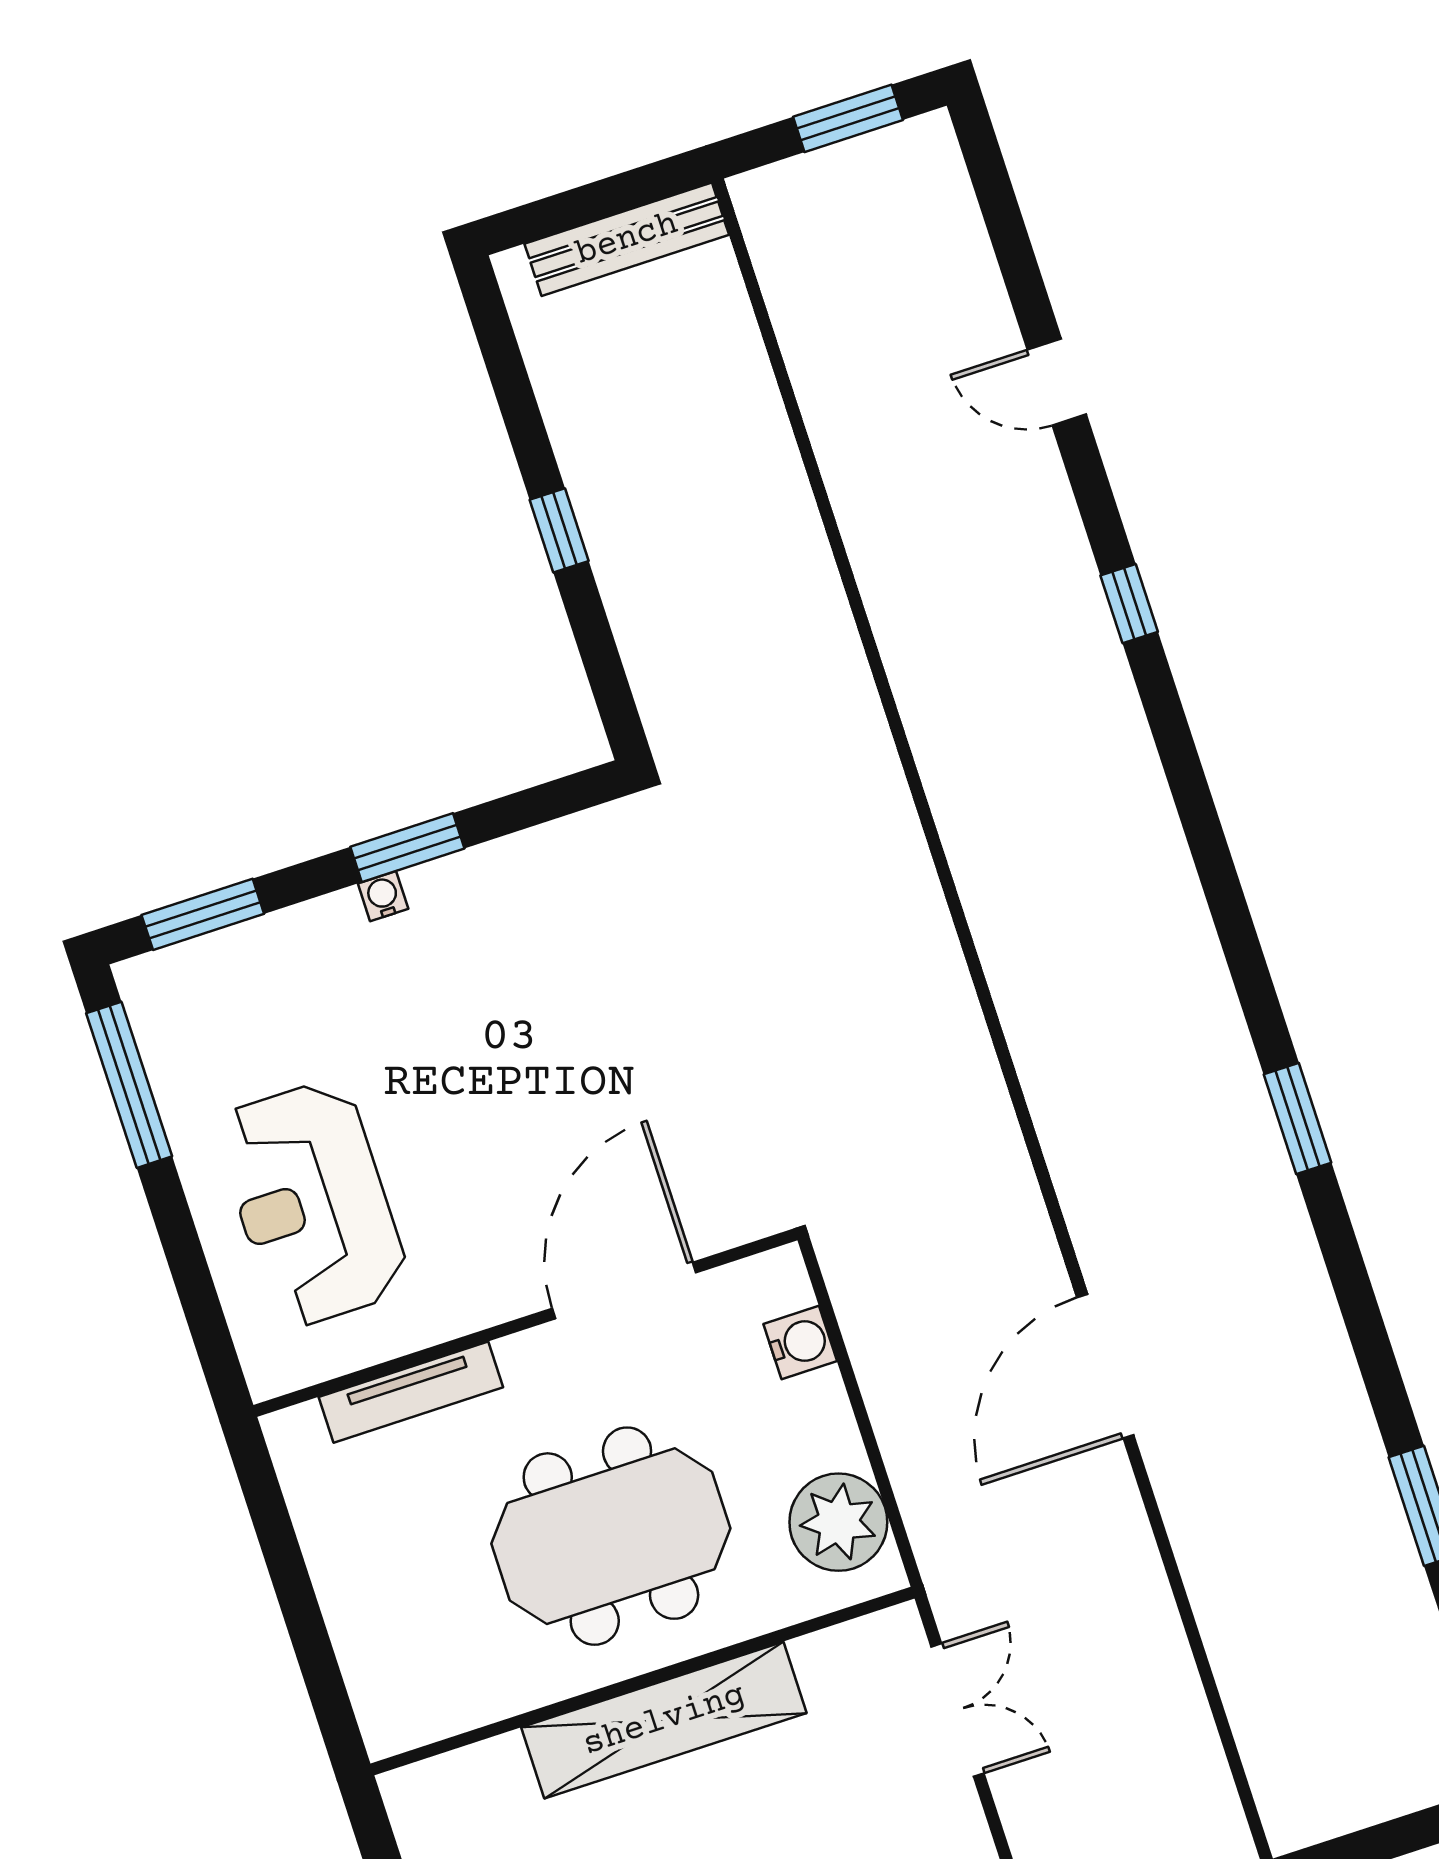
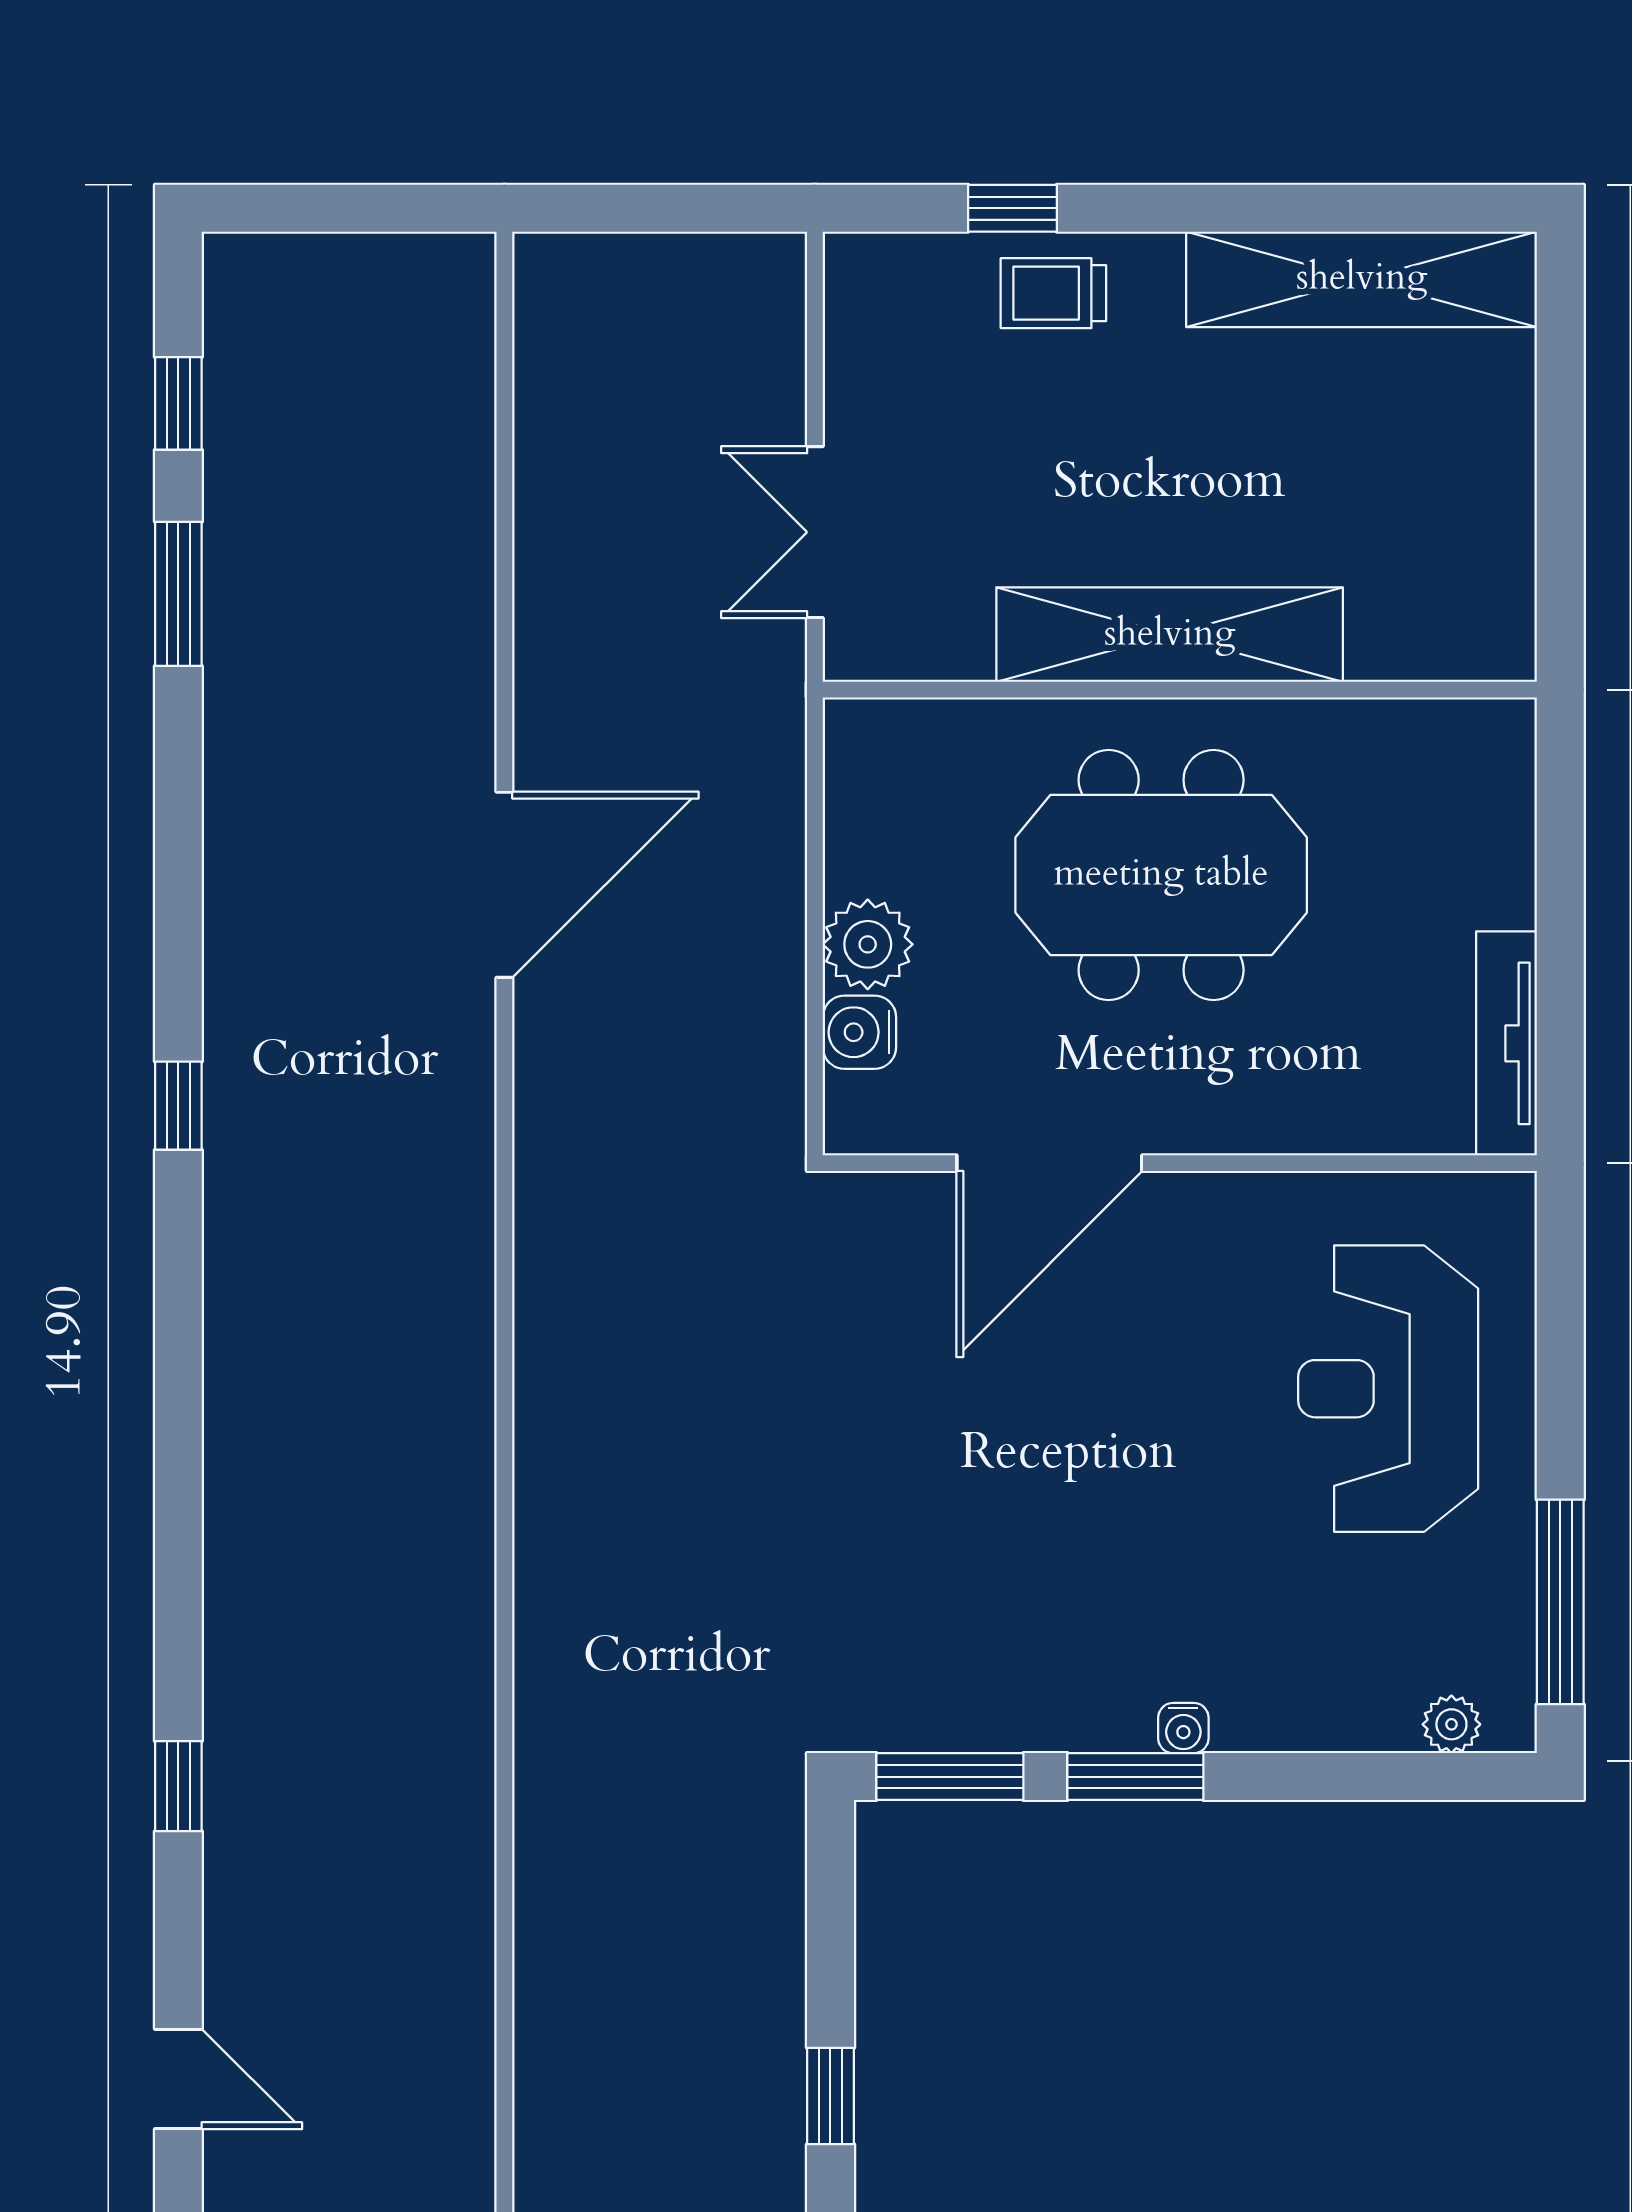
window: (203, 914) -> (950, 1777), moved
plant: (181, 965) -> (1451, 1724), added
window: (1297, 1119) -> (178, 1106), width x0.67
reception desk: (312, 1204) -> (1388, 1389), turned 180
tv unit: (411, 1392) -> (1507, 1043), moved, turned -90
plant: (838, 1522) -> (868, 944), moved, width x0.73, depth x0.73

